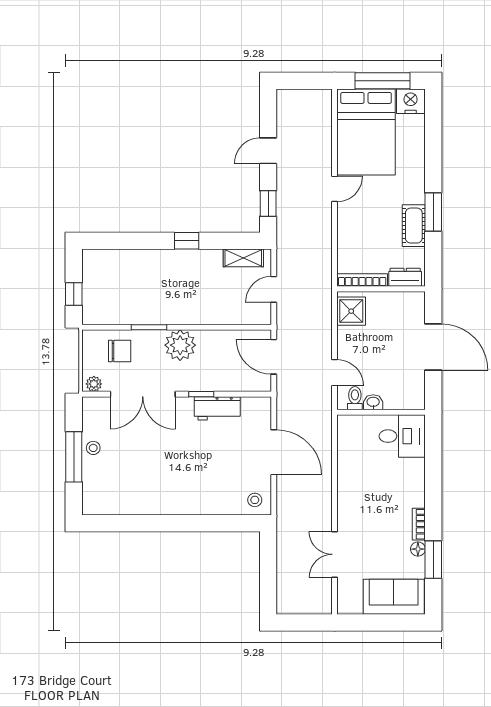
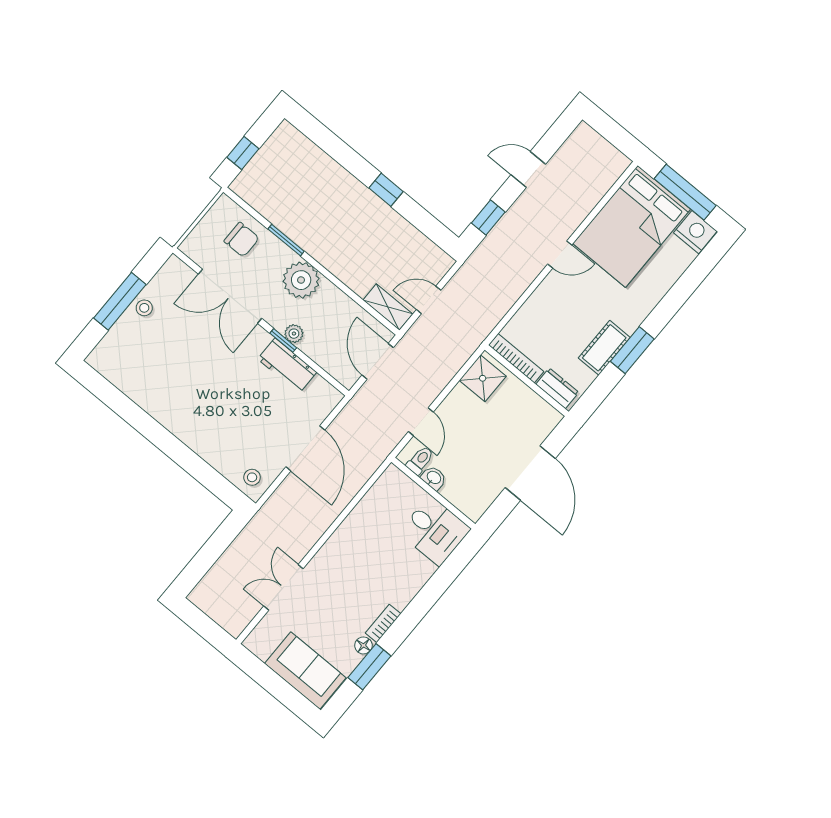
shelving: (243, 258) -> (388, 307), moved
plant: (94, 384) -> (294, 334), moved

